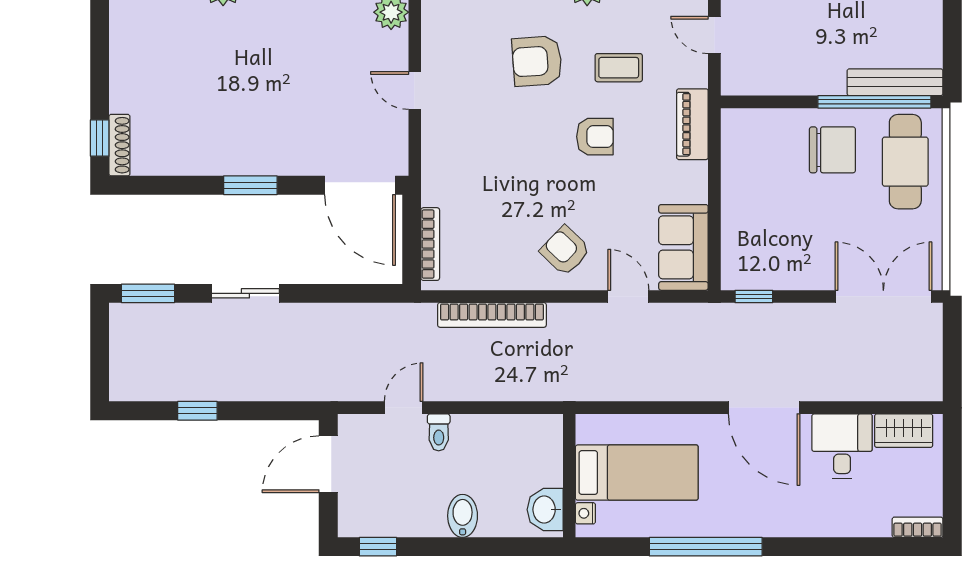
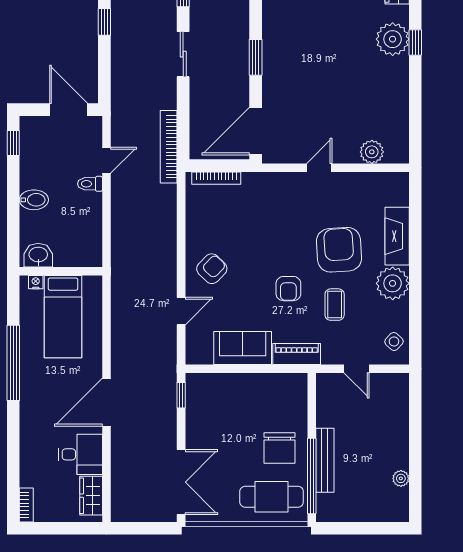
door: (714, 35) -> (356, 369), swing flipped
armchair: (537, 61) -> (339, 250), width x1.36, depth x1.36
bench: (895, 82) -> (325, 460), moved
sofa: (683, 247) -> (243, 348), moved
bookcase: (492, 315) -> (169, 147), moved
door: (404, 408) -> (107, 160), hinge flipped

